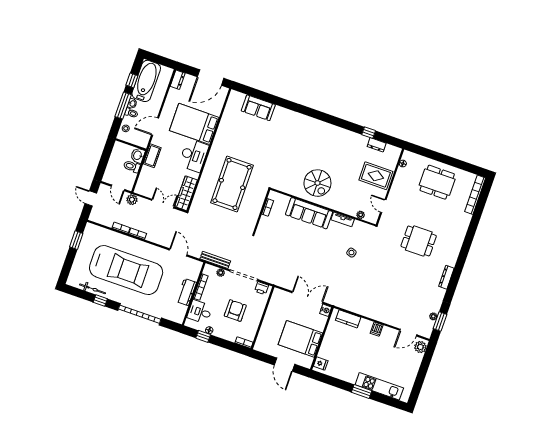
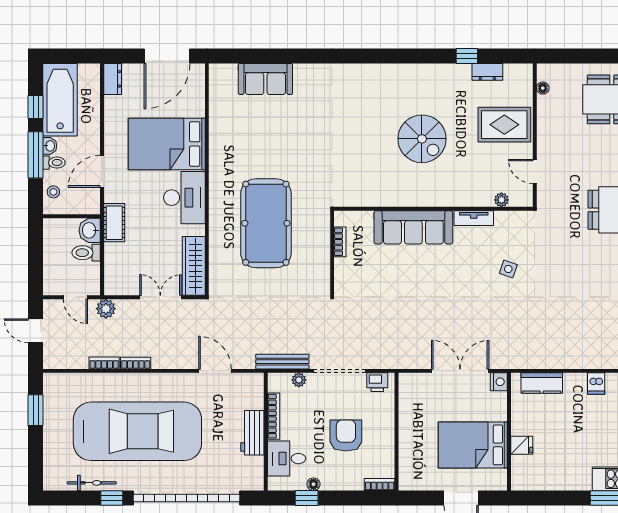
spiral stairs: (317, 183) -> (422, 139), moved
garage door: (140, 314) -> (186, 498), width x1.36
fridge: (321, 364) -> (522, 445), moved

